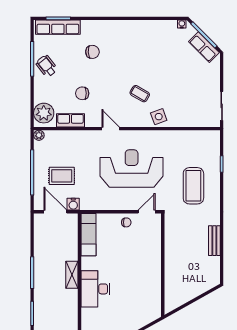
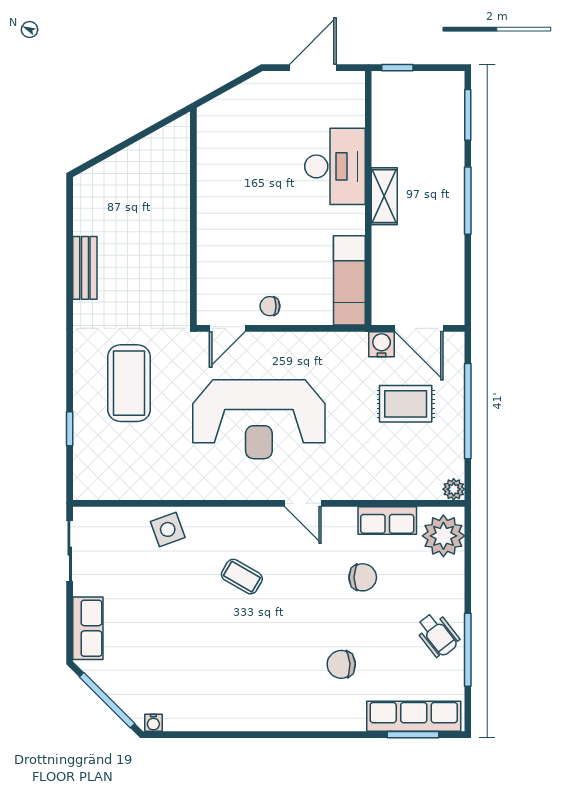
row of seats: (204, 47) -> (88, 628), moved, turned 45
side table: (159, 117) -> (168, 529), moved

